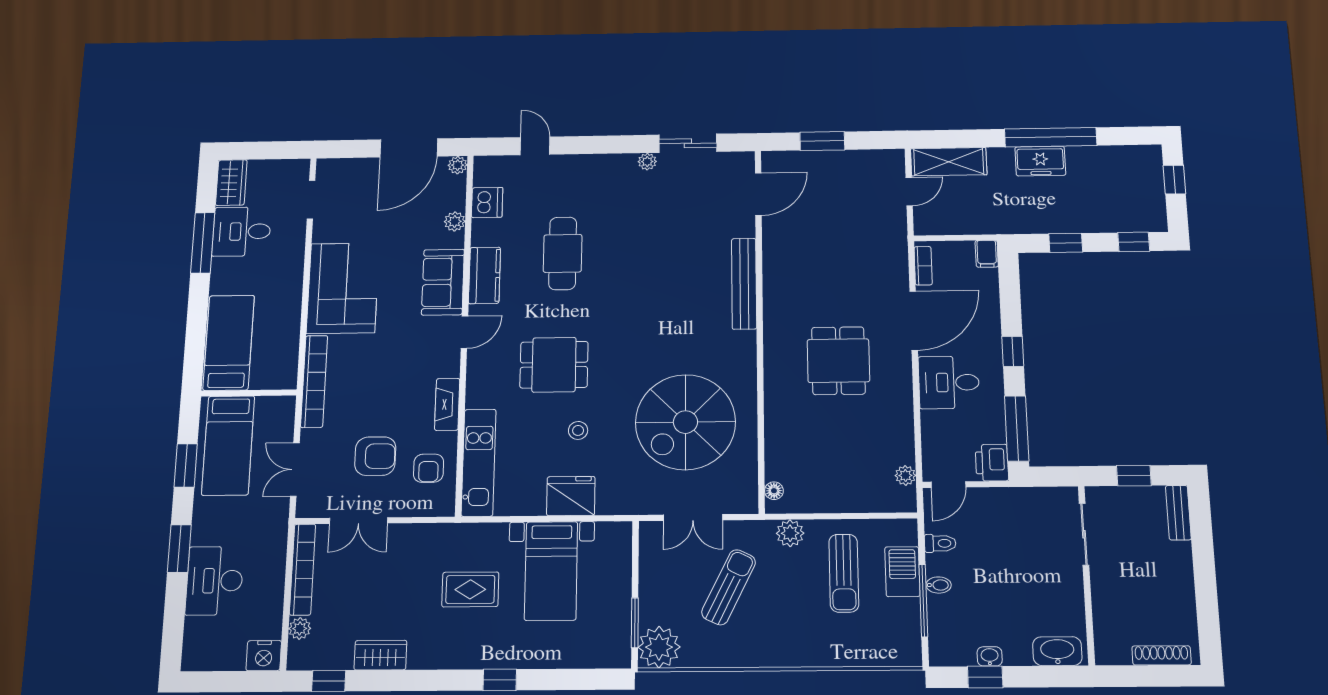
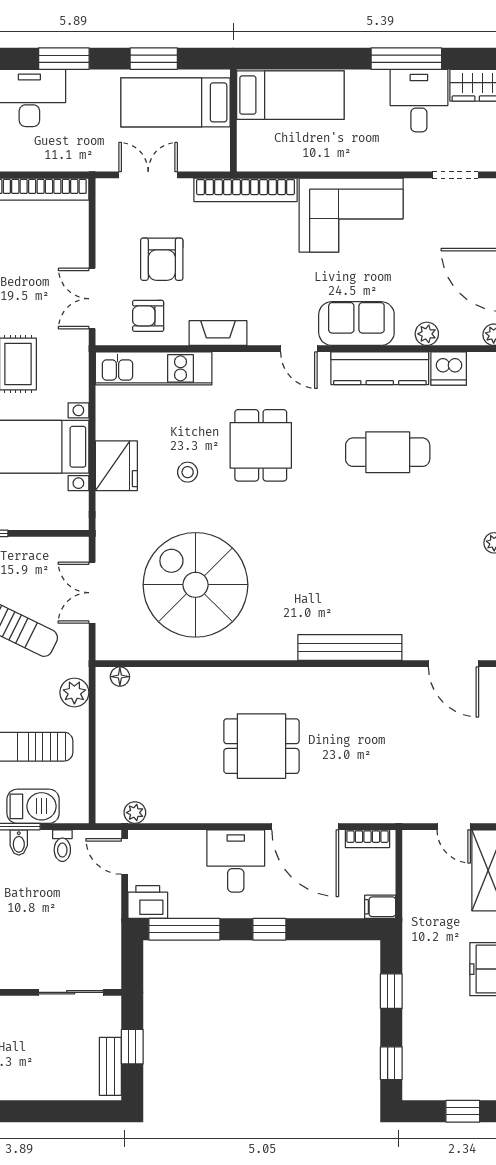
kitchen counter: (484, 275) -> (380, 368), width x1.50
bench: (1178, 513) -> (110, 1066), moved, turned 90
double door: (358, 521) -> (92, 299), moved

